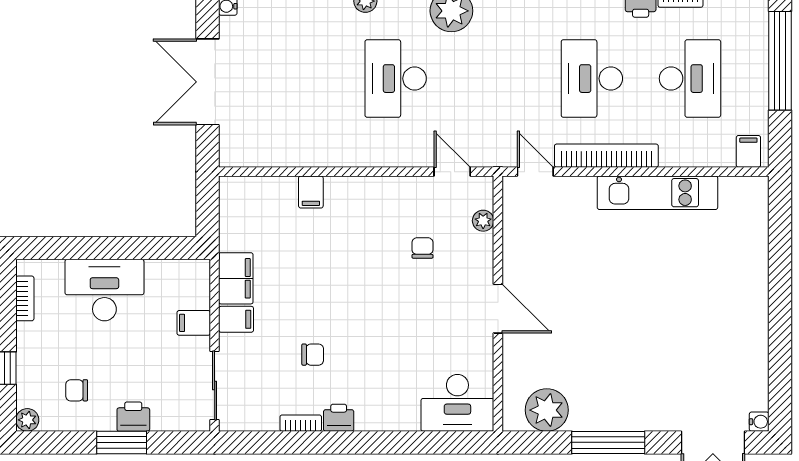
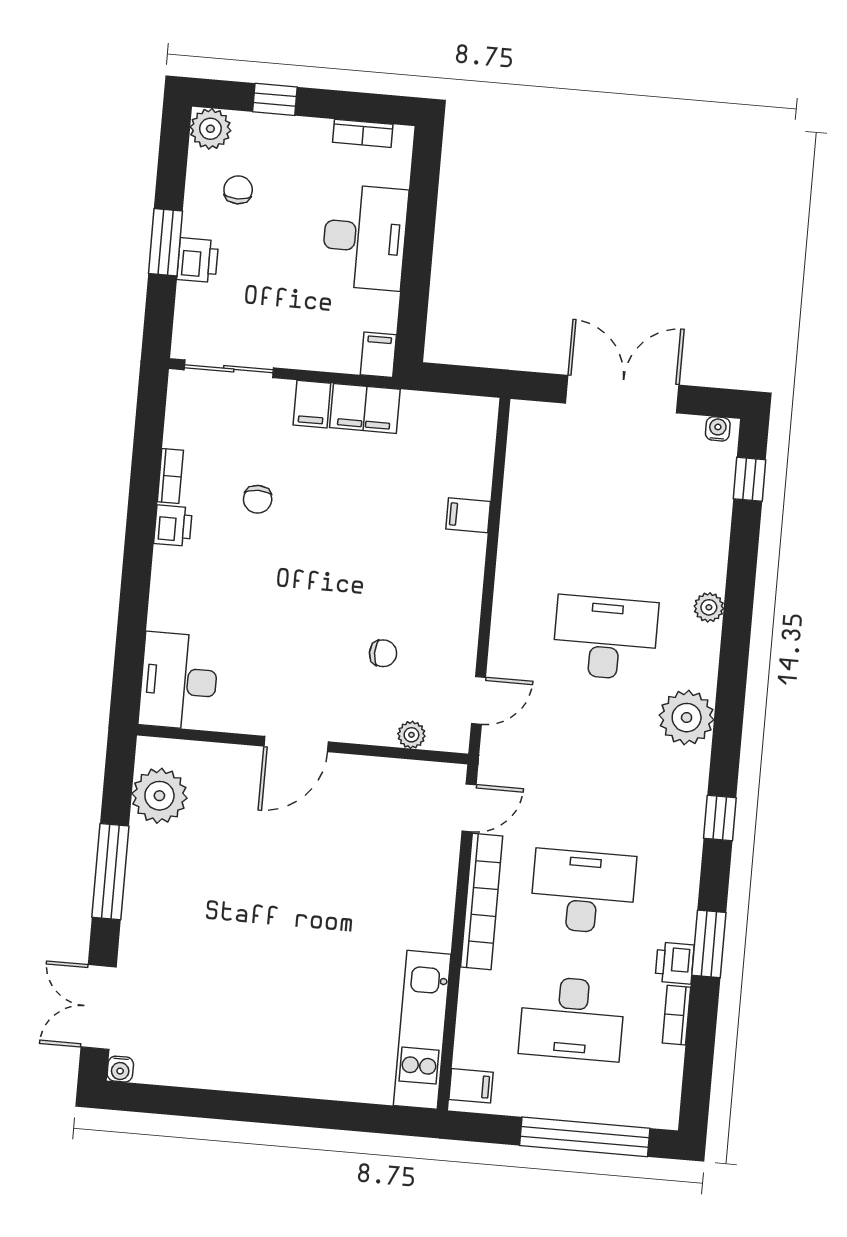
kitchen unit: (657, 193) -> (422, 1030), moved
filing cabinet: (194, 323) -> (378, 355), moved
plant: (27, 420) -> (210, 129), width x1.38, depth x1.38

